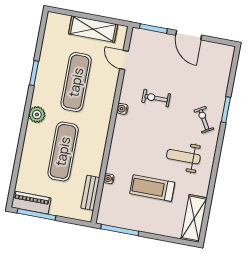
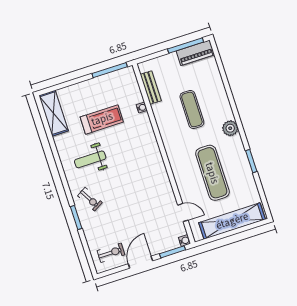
shelving: (93, 29) -> (232, 221), width x1.47
door: (189, 35) -> (140, 262), hinge flipped
exercise bike: (156, 98) -> (111, 253), moved
water cooler: (122, 109) -> (185, 241), moved
exercise mat: (63, 151) -> (192, 109), width x0.73, depth x0.69
weight bench: (183, 157) -> (90, 159), turned 180

